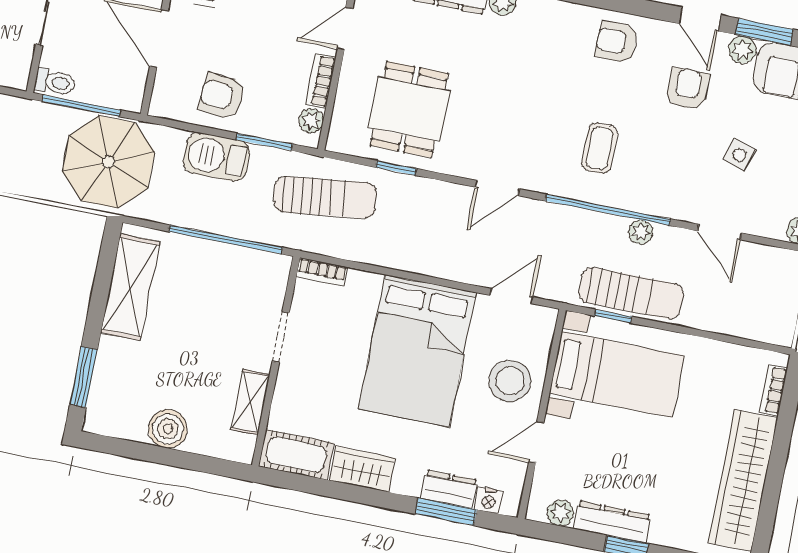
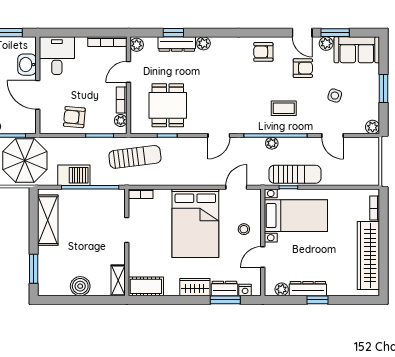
armchair: (687, 89) -> (303, 68), turned 90
coffee table: (600, 148) -> (284, 108), moved, turned 90
barbecue: (216, 157) -> (74, 175), moved, turned 180
plant: (641, 232) -> (272, 143), moved
stool: (510, 381) -> (244, 229), width x0.53, depth x0.53
shelving: (250, 402) -> (118, 280), moved
wardrobe: (362, 469) -> (195, 287), moved

